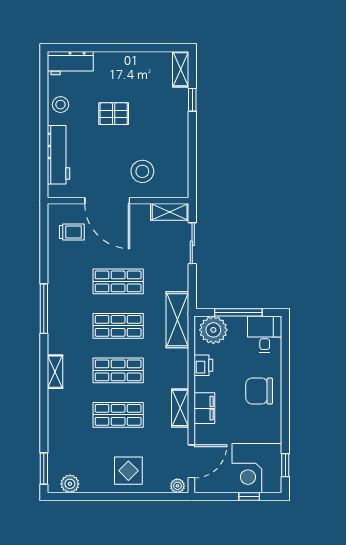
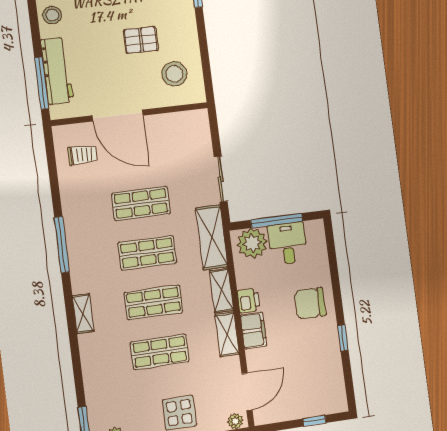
pallet: (114, 114) -> (141, 40), moved
window: (44, 164) -> (42, 83), added
stool: (142, 171) -> (174, 74), moved
shelving: (170, 212) -> (222, 291), moved, turned 90
sliding door: (192, 243) -> (221, 179), moved
desk: (265, 334) -> (288, 243), moved
printer: (203, 365) -> (249, 301), moved
window: (285, 465) -> (343, 338), moved
corner desk: (257, 468) -> (319, 388), removed

